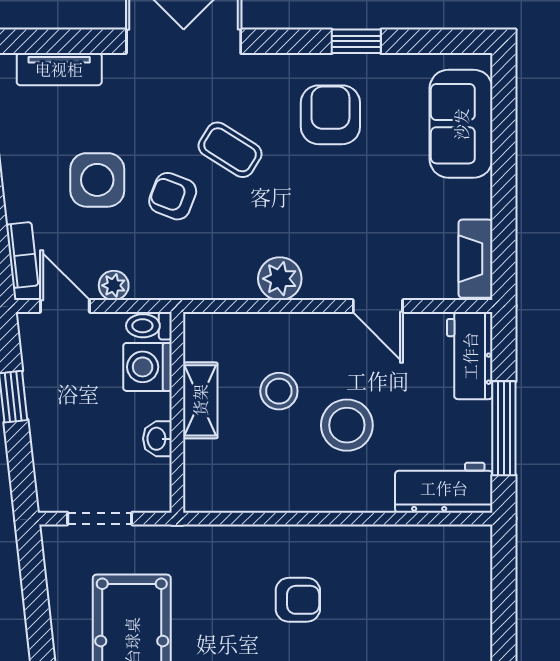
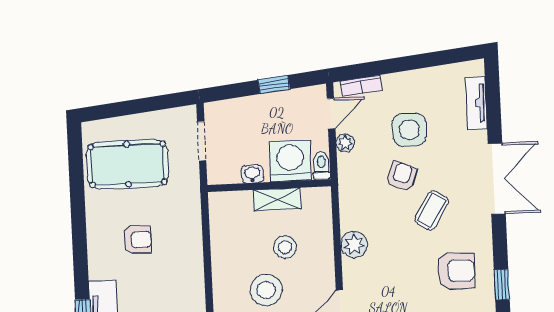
washing machine: (147, 367) -> (290, 161), width x1.37, depth x1.37
armchair: (298, 600) -> (137, 240), moved, turned -90

